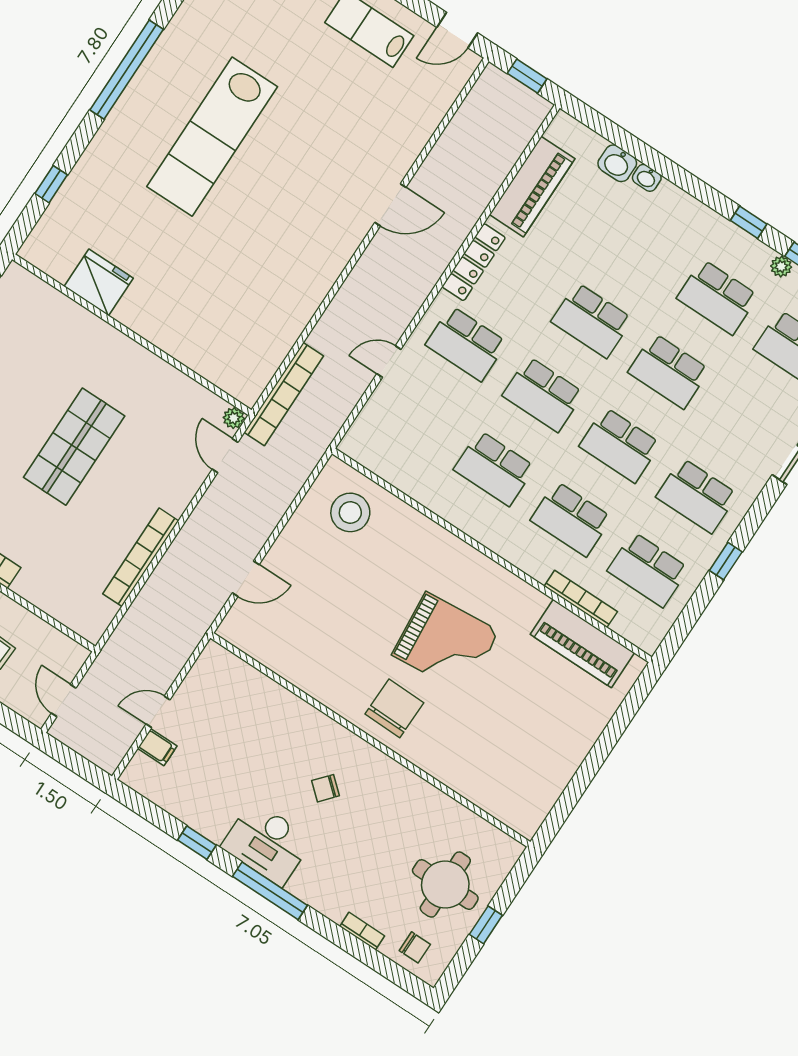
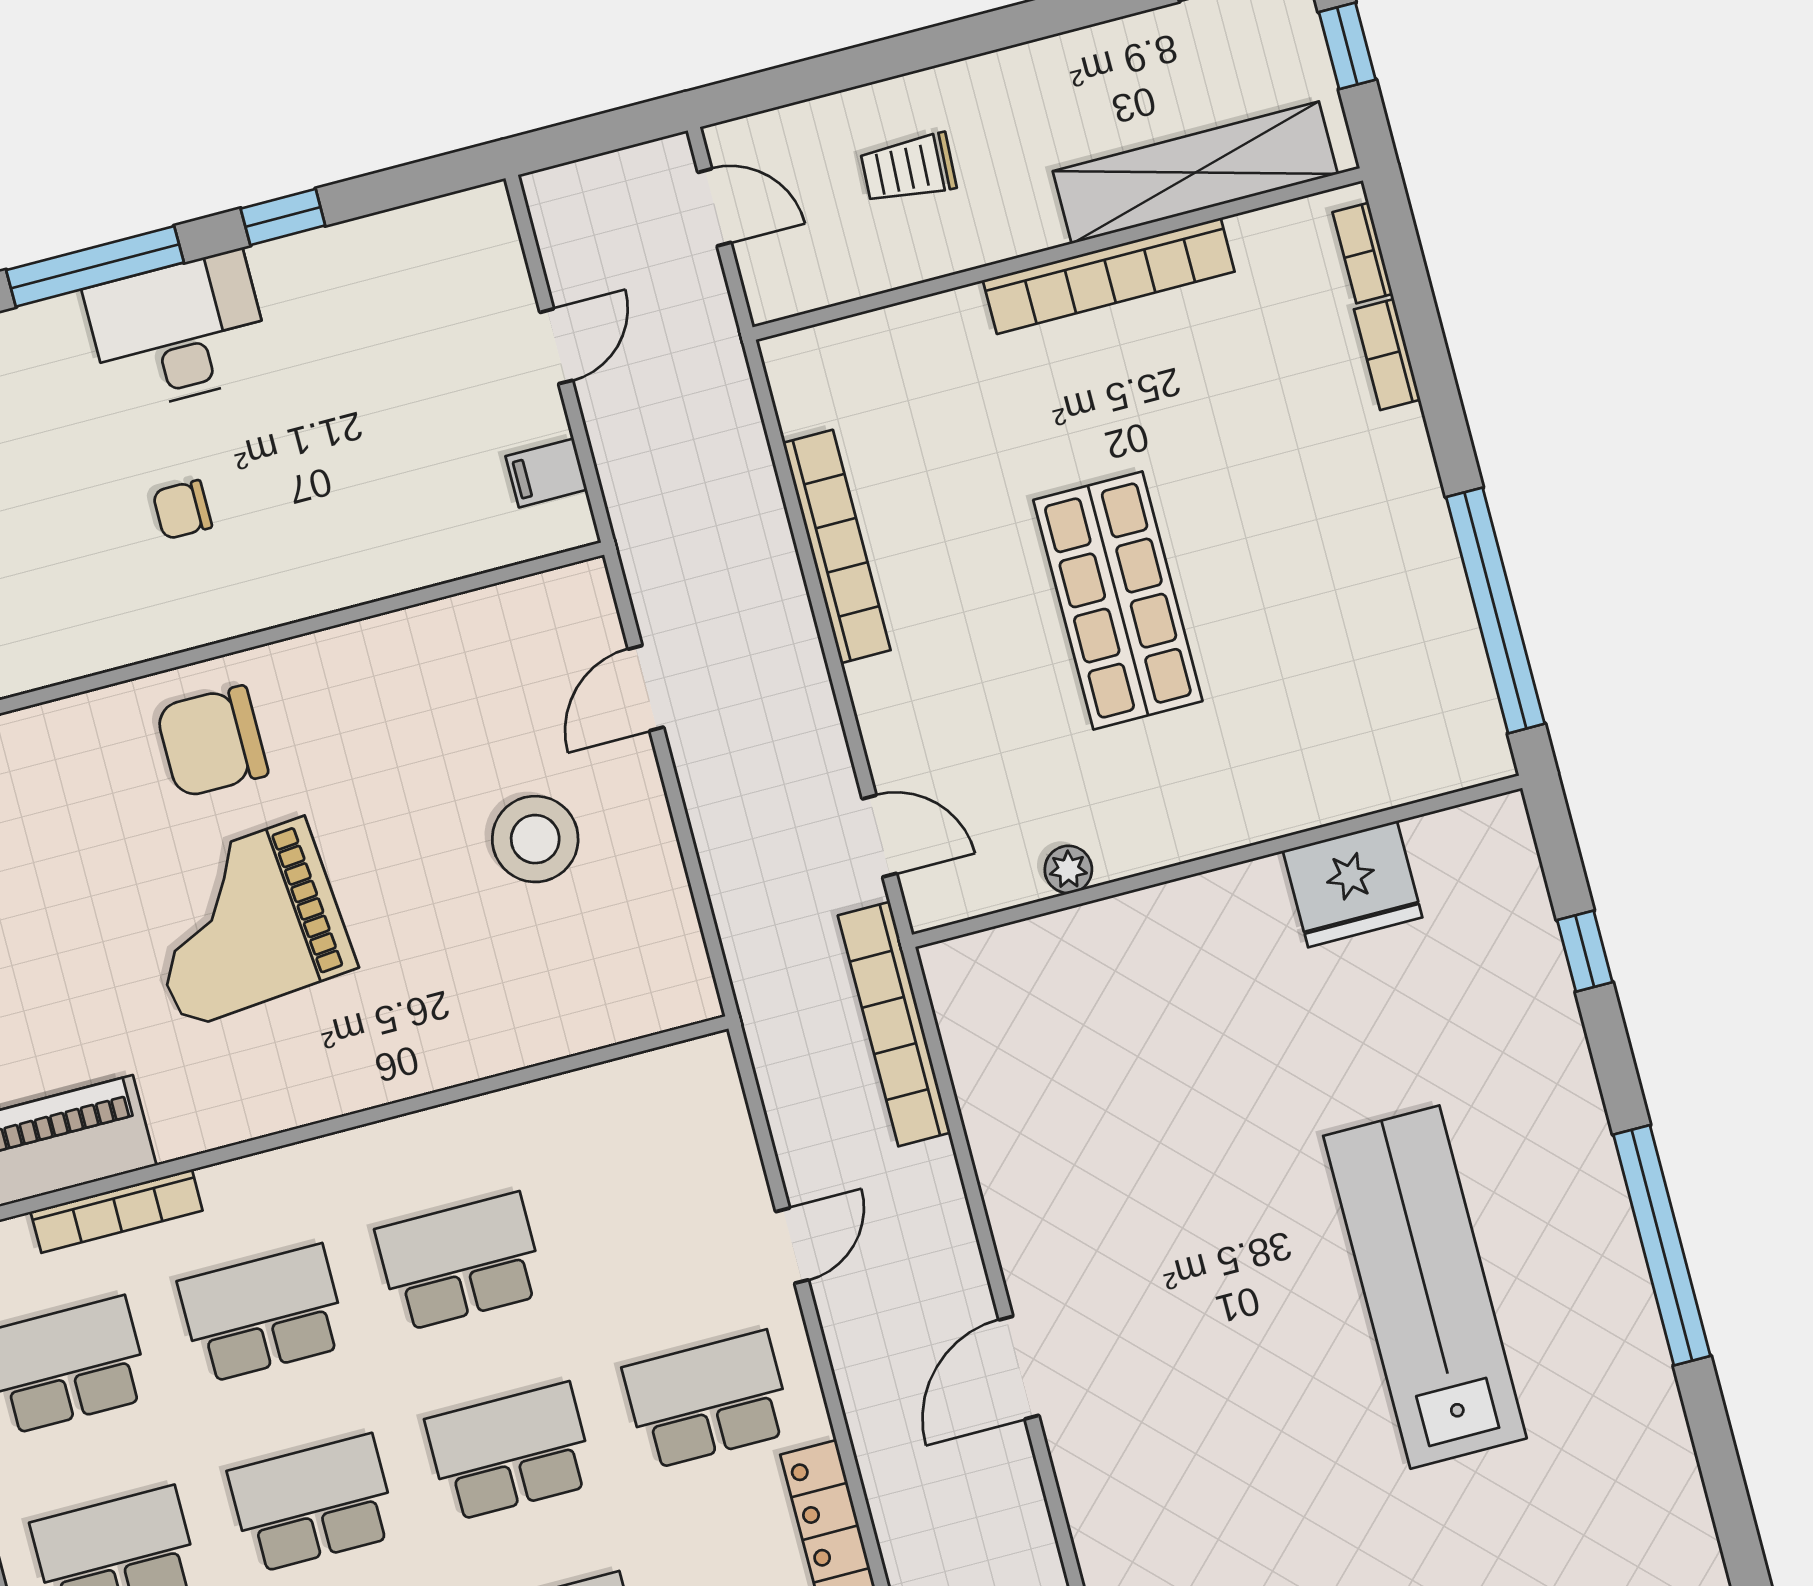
door: (390, 205) -> (1019, 1368), moved
plant: (234, 418) -> (1068, 869), moved
stool: (350, 512) -> (535, 839), moved
chair: (394, 708) -> (212, 742), turned 89
filing cabinet: (157, 747) -> (546, 473), moved
chair: (326, 788) -> (182, 510), turned -131

